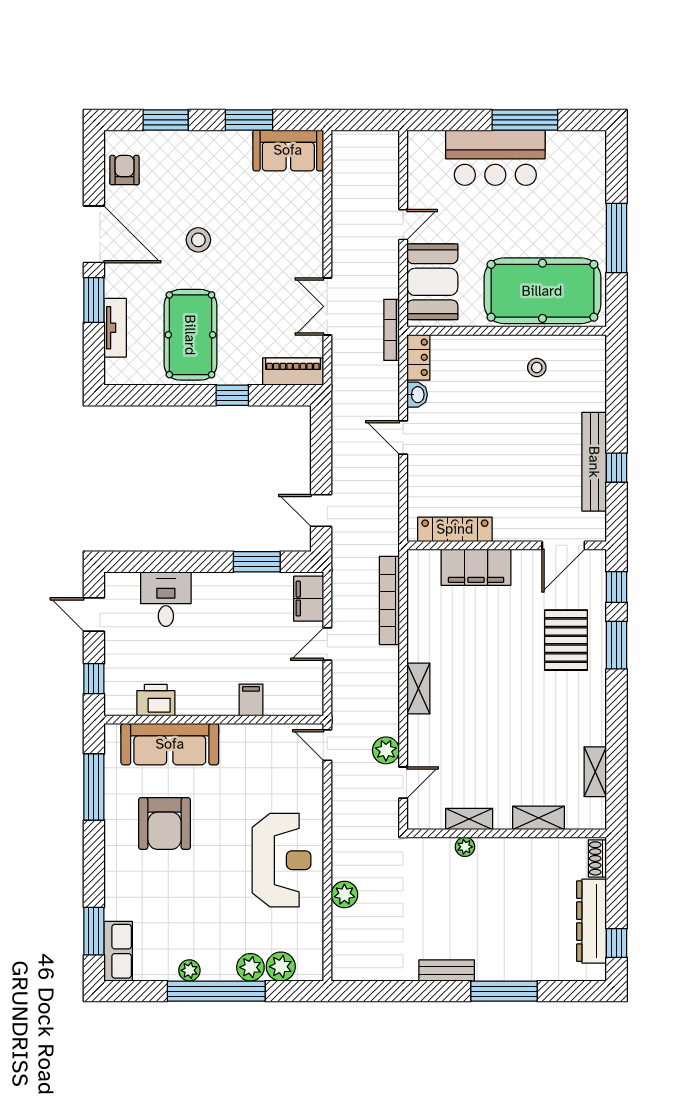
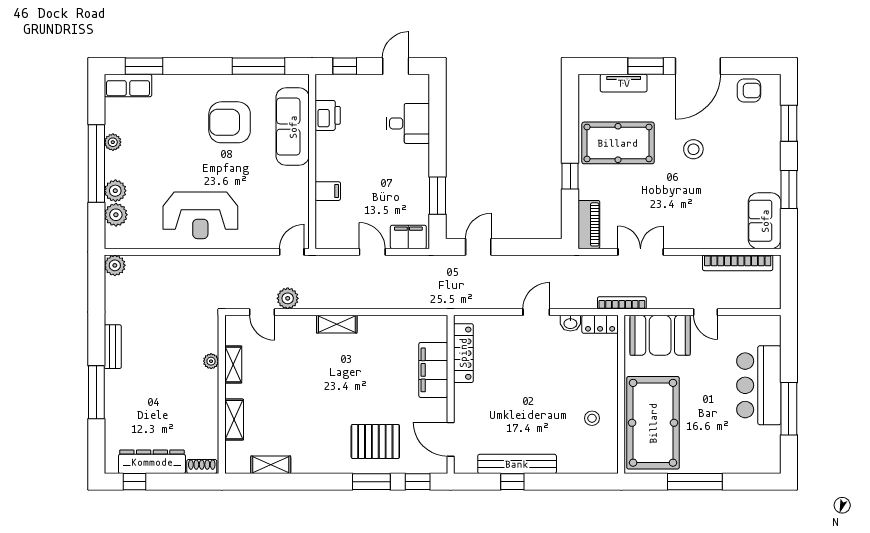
bookcase: (389, 600) -> (738, 263), moved, turned 180
plant: (344, 894) -> (115, 265), moved

